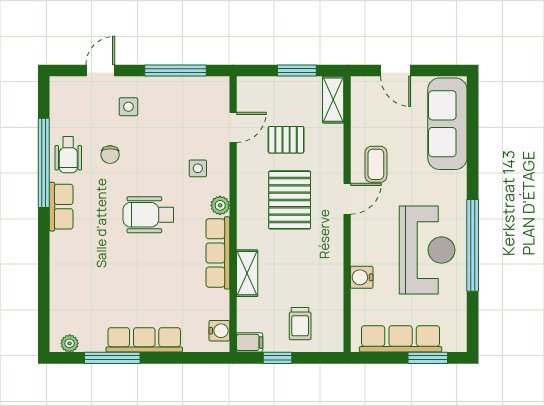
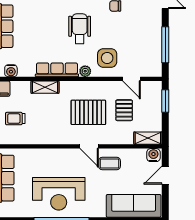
window: (297, 70) -> (165, 101), moved
side table: (128, 107) -> (144, 17), removed
side table: (198, 168) -> (107, 58), width x1.87, depth x1.87
water cooler: (362, 277) -> (153, 155), moved

